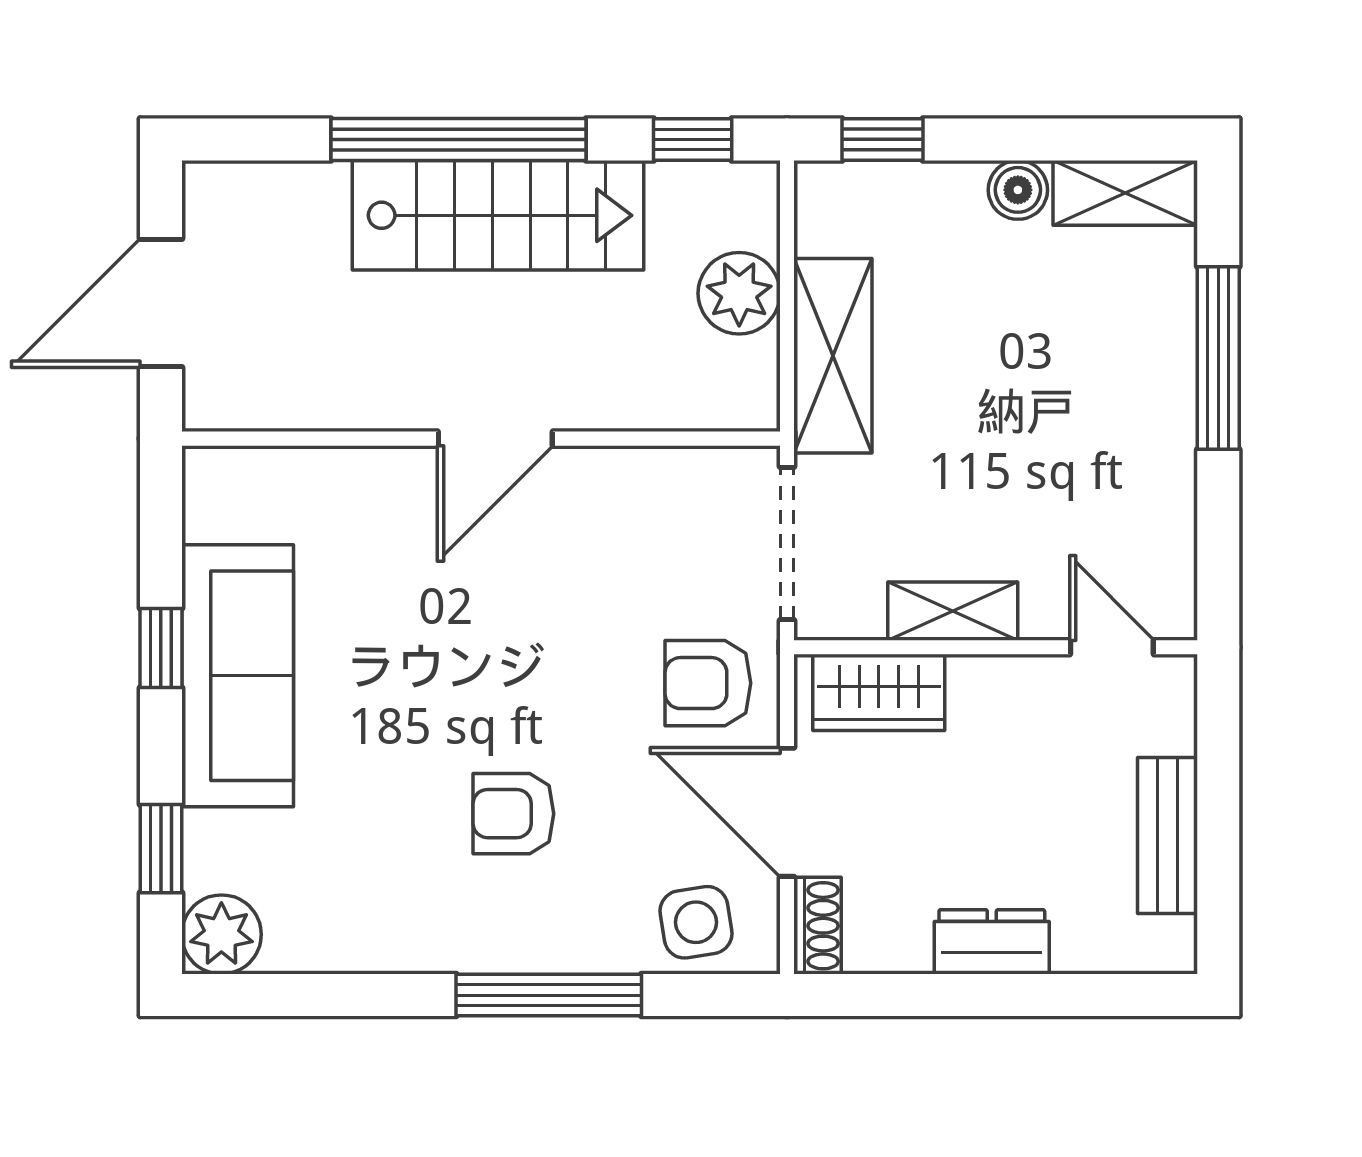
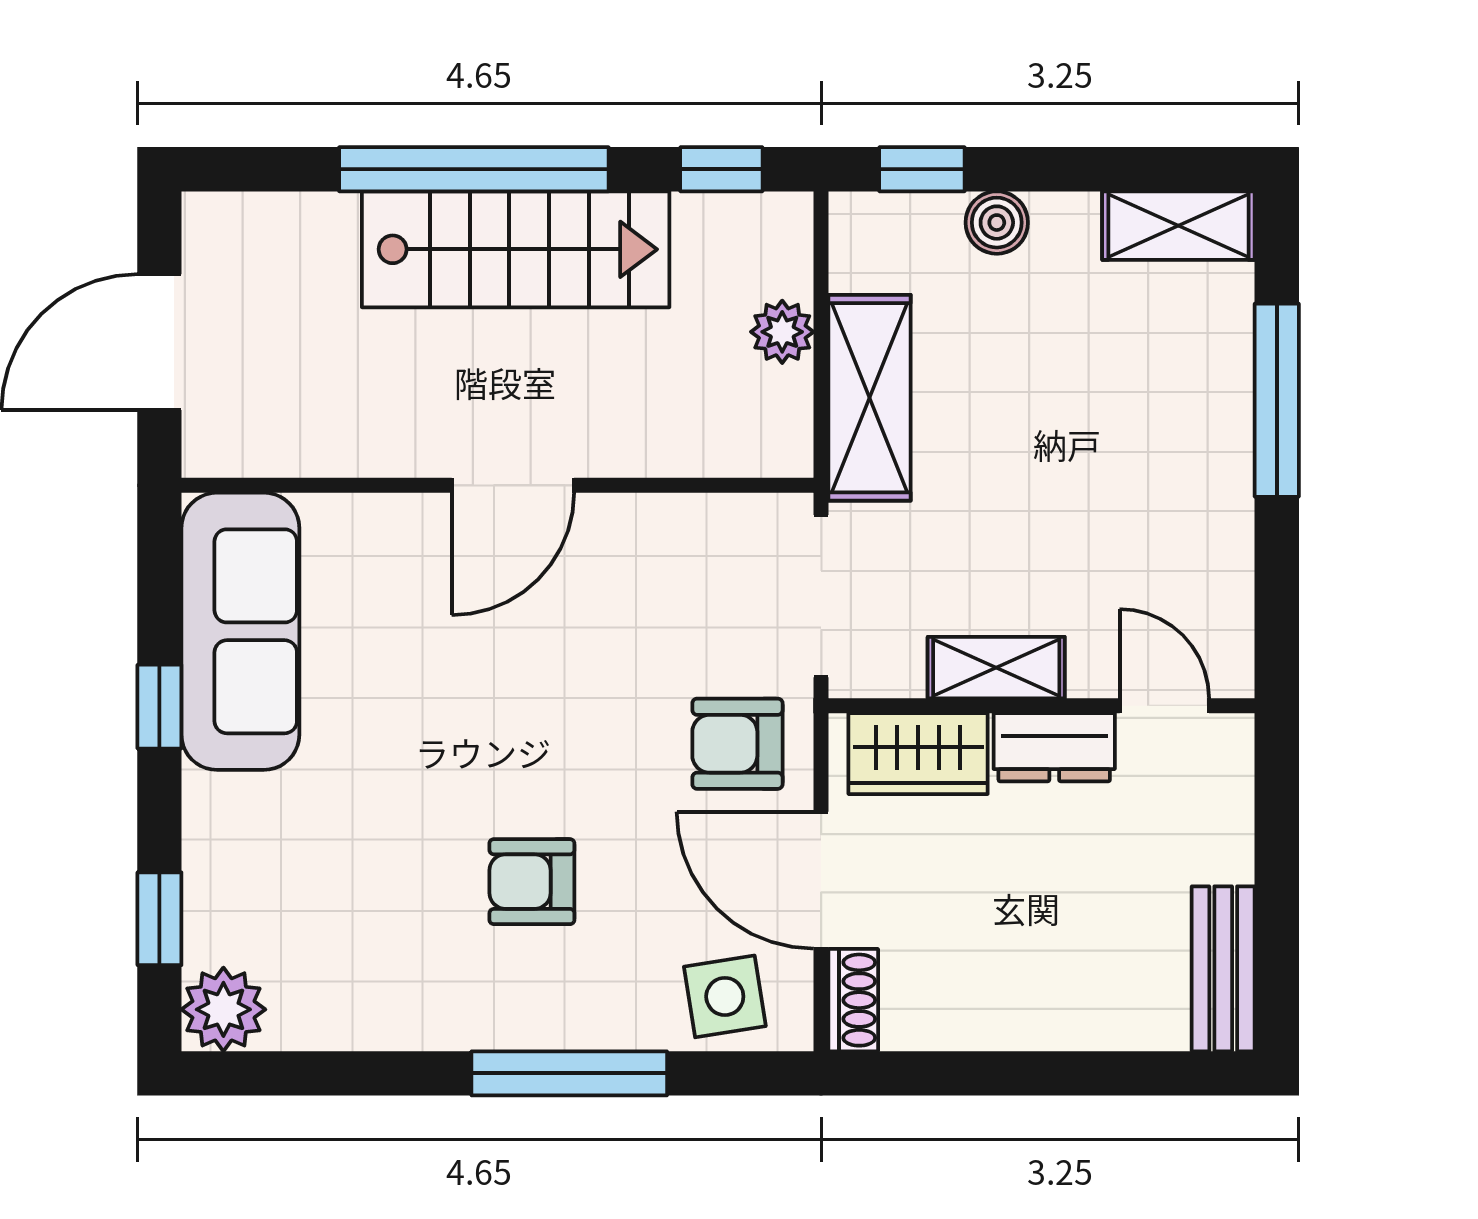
boiler: (1018, 190) -> (997, 223), moved
plant: (739, 293) -> (782, 332), width x0.73, depth x0.73
sofa: (238, 676) -> (240, 631), moved
bench: (1168, 835) -> (1223, 969), moved
dresser: (992, 942) -> (1054, 747), moved, turned 180

